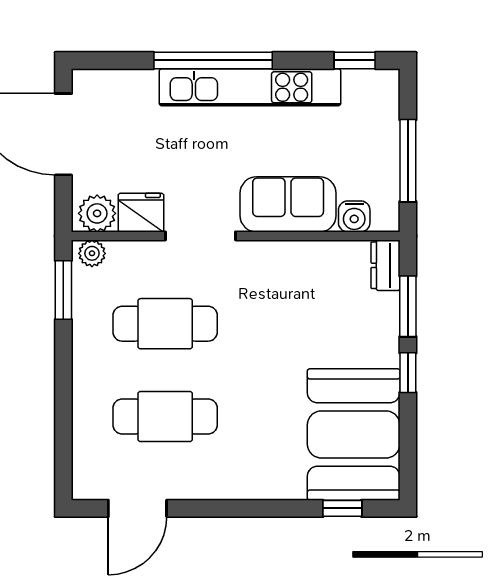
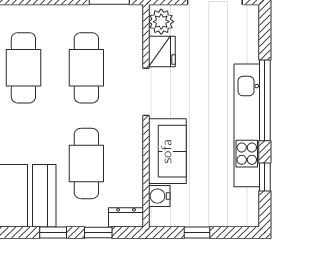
window: (355, 60) -> (265, 177), moved
window: (408, 161) -> (197, 233), width x0.46
plant: (92, 253) -> (134, 18), removed
window: (408, 306) -> (98, 233), width x0.67
cafe table: (306, 324) -> (86, 163), added

